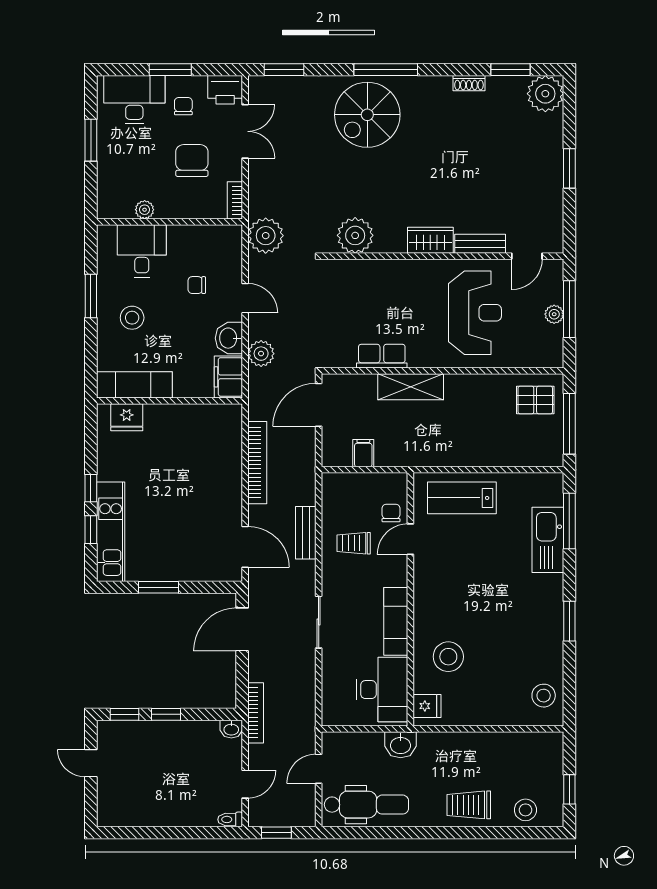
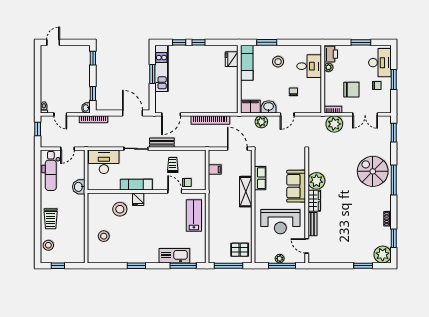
printer: (225, 90) -> (331, 54), moved, turned 180
window: (569, 168) -> (363, 266), moved
plant: (355, 235) -> (316, 181), moved
plant: (266, 236) -> (334, 124), moved
sofa: (399, 279) -> (296, 186), added
window: (91, 296) -> (267, 42), moved
pallet: (535, 400) -> (240, 250), turned 90
kitchen unit: (111, 532) -> (161, 68), moved, turned -90
bench: (306, 533) -> (162, 143), moved
desk: (382, 690) -> (104, 162), moved, turned 180
stool: (544, 696) -> (104, 236), moved
fridge: (427, 706) -> (138, 199), moved
window: (166, 714) -> (93, 94), moved
door: (91, 763) -> (53, 42), moved
door: (319, 769) -> (68, 149), swing flipped
trolley: (469, 805) -> (51, 219), turned 180

